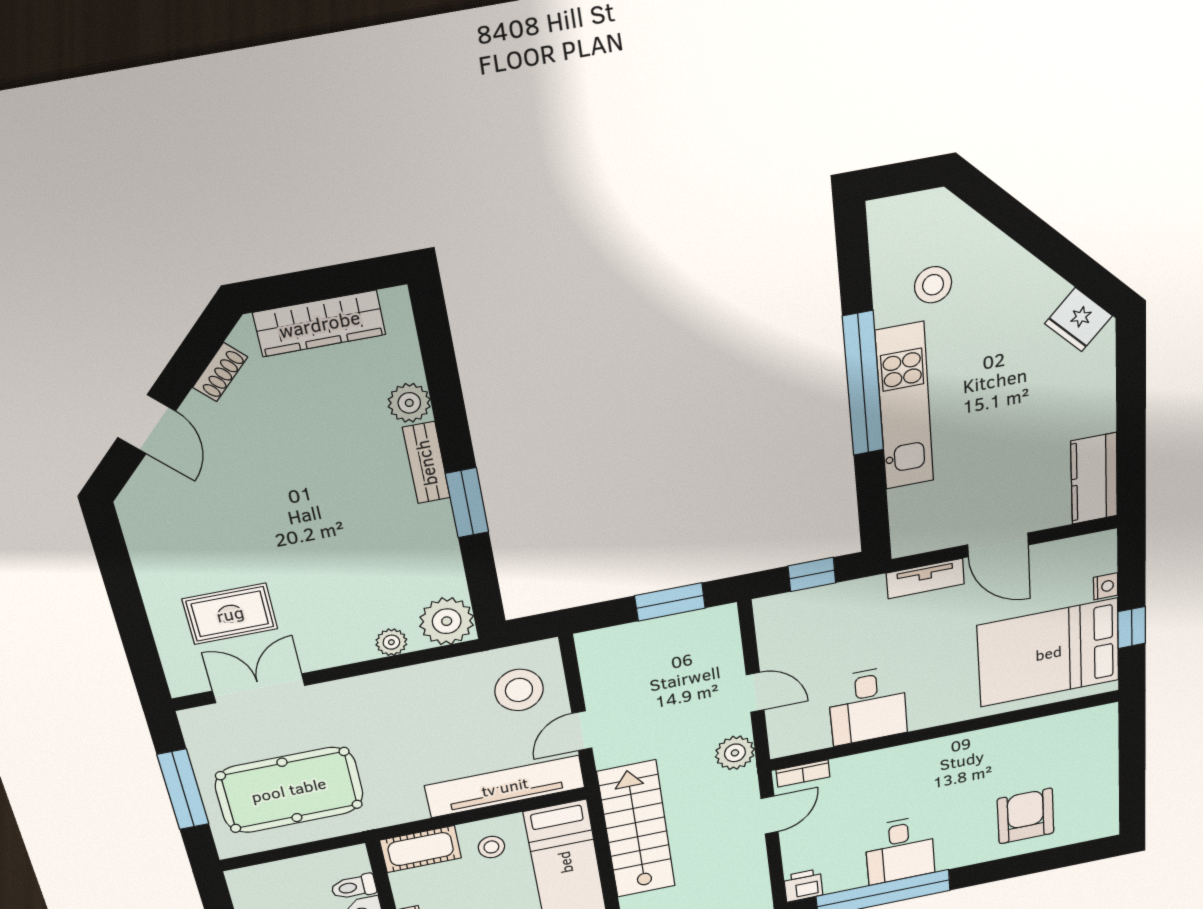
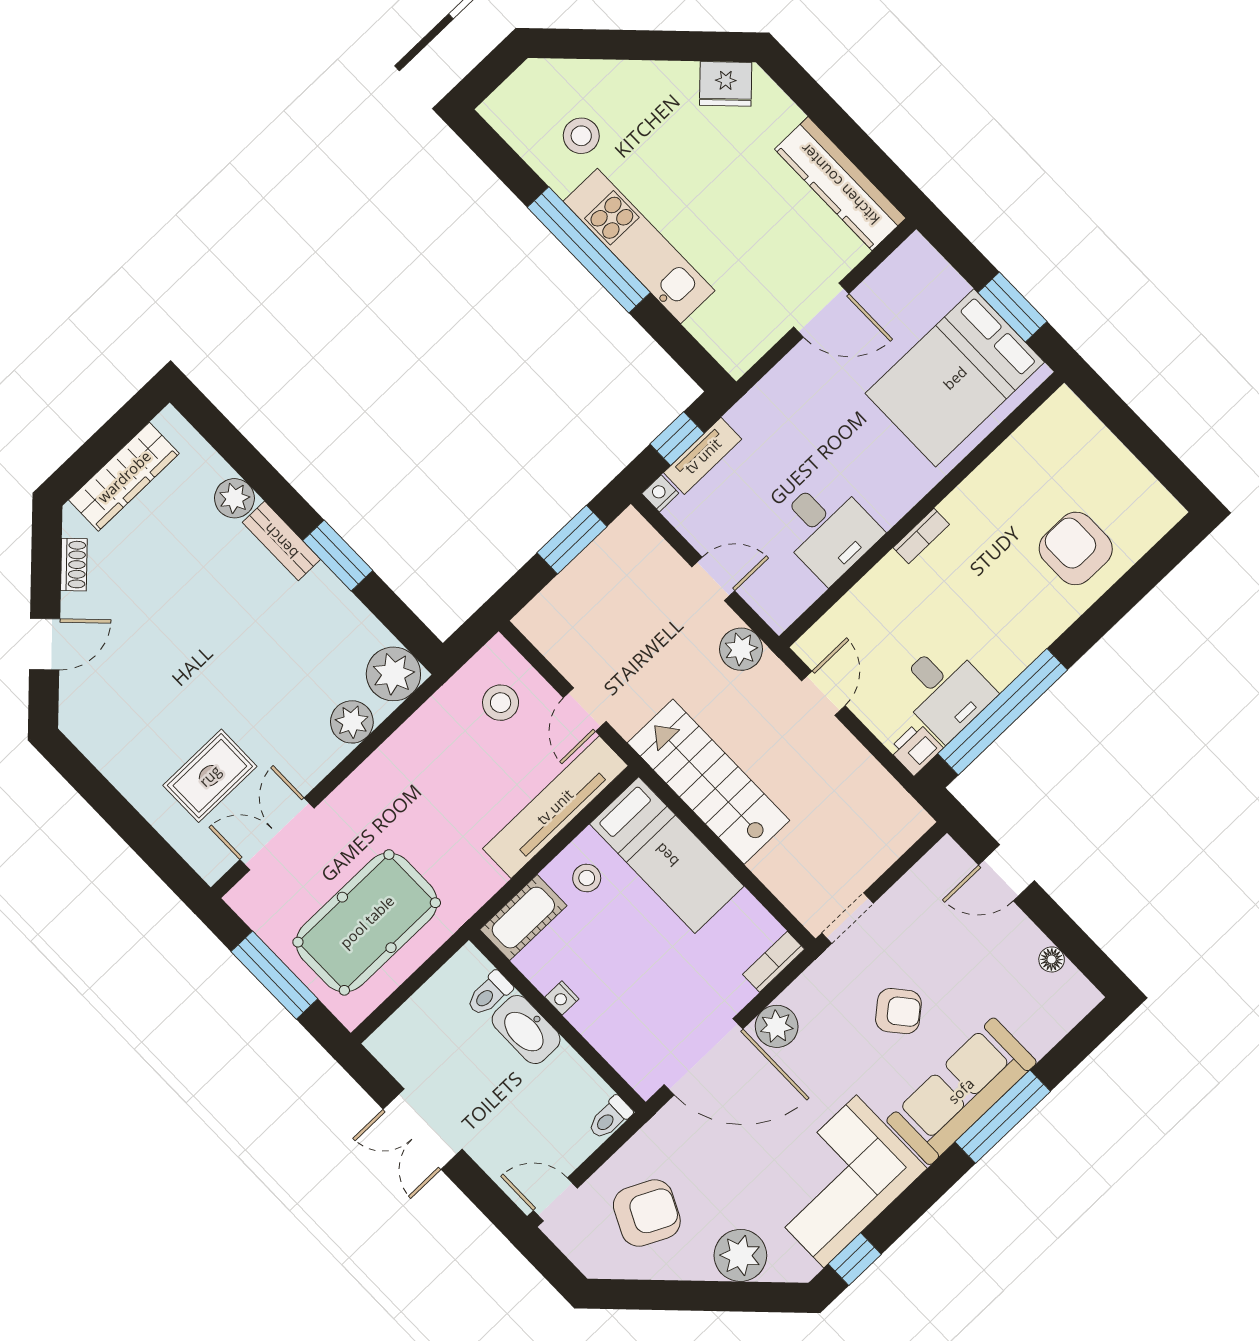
door: (147, 424) -> (45, 644), hinge flipped
kitchen counter: (1094, 479) -> (840, 184), width x1.50
tv unit: (925, 579) -> (703, 456), moved
nightstand: (1106, 586) -> (660, 493), moved, turned -90
window: (1132, 628) -> (1012, 307), width x1.50
plant: (391, 642) -> (352, 722), width x1.38, depth x1.38
stool: (519, 690) -> (501, 703), width x0.73, depth x0.73
bookcase: (803, 773) -> (921, 536), moved
desk: (900, 850) -> (945, 691), moved

